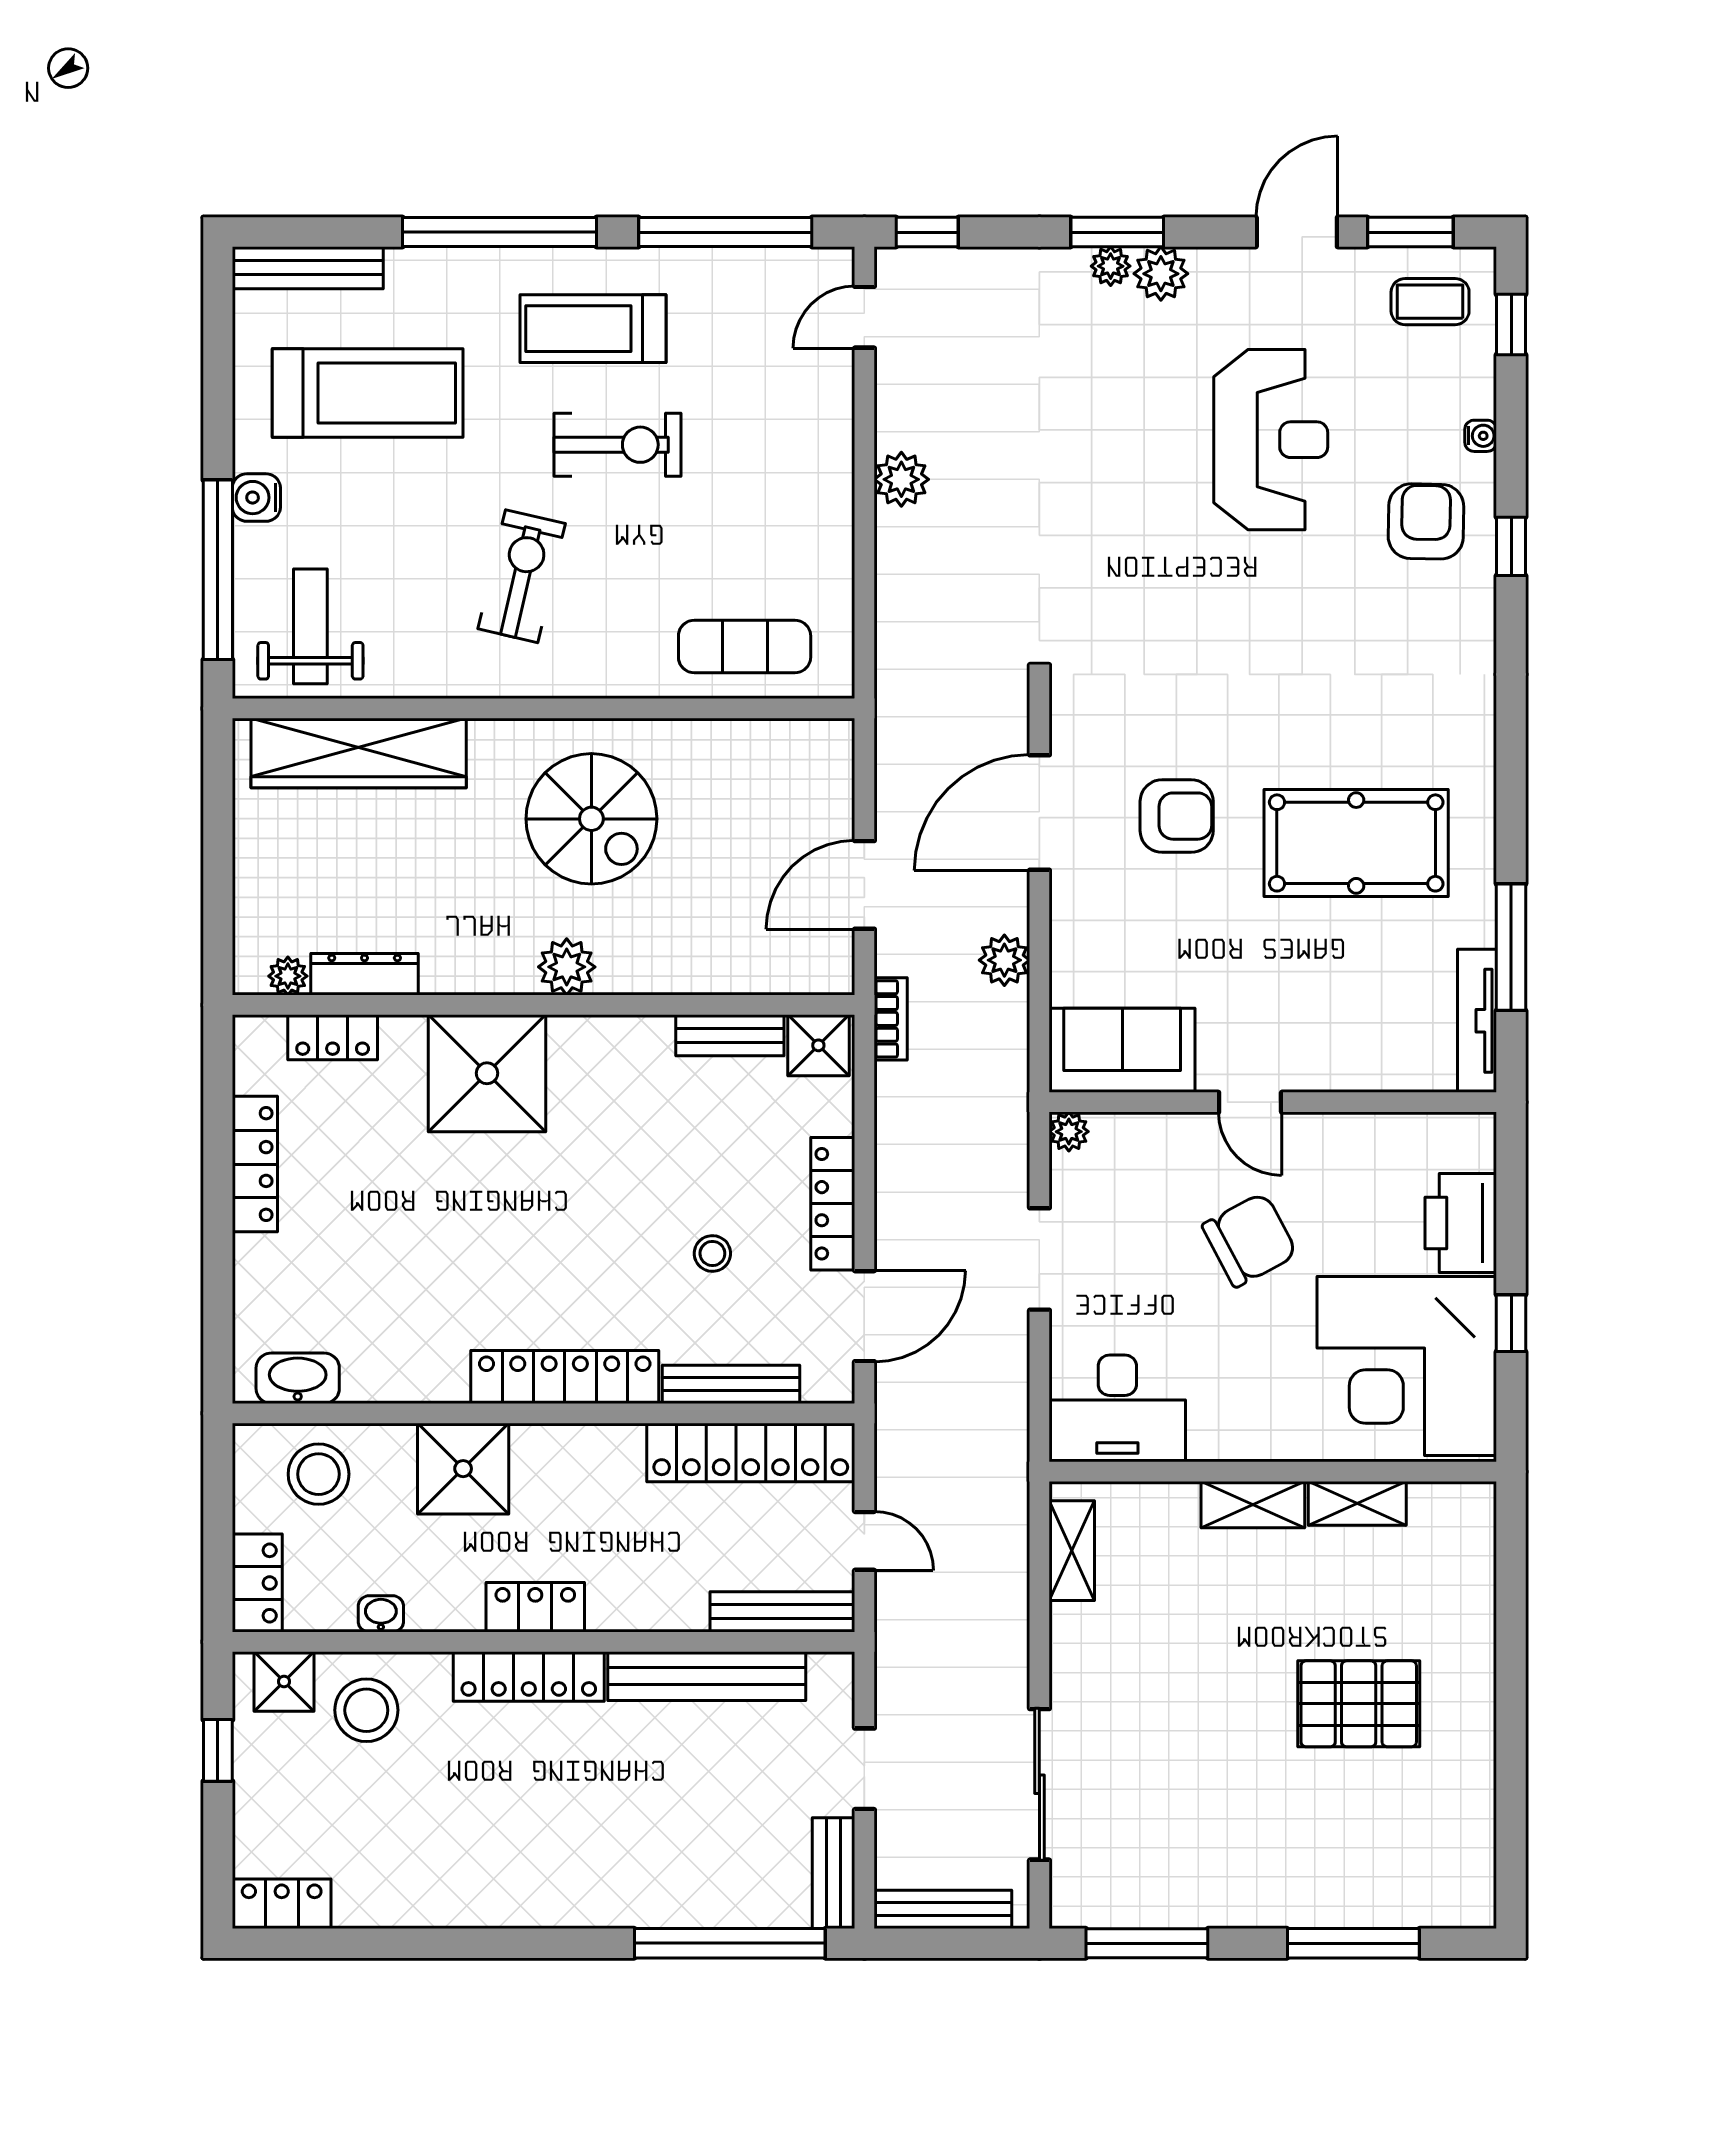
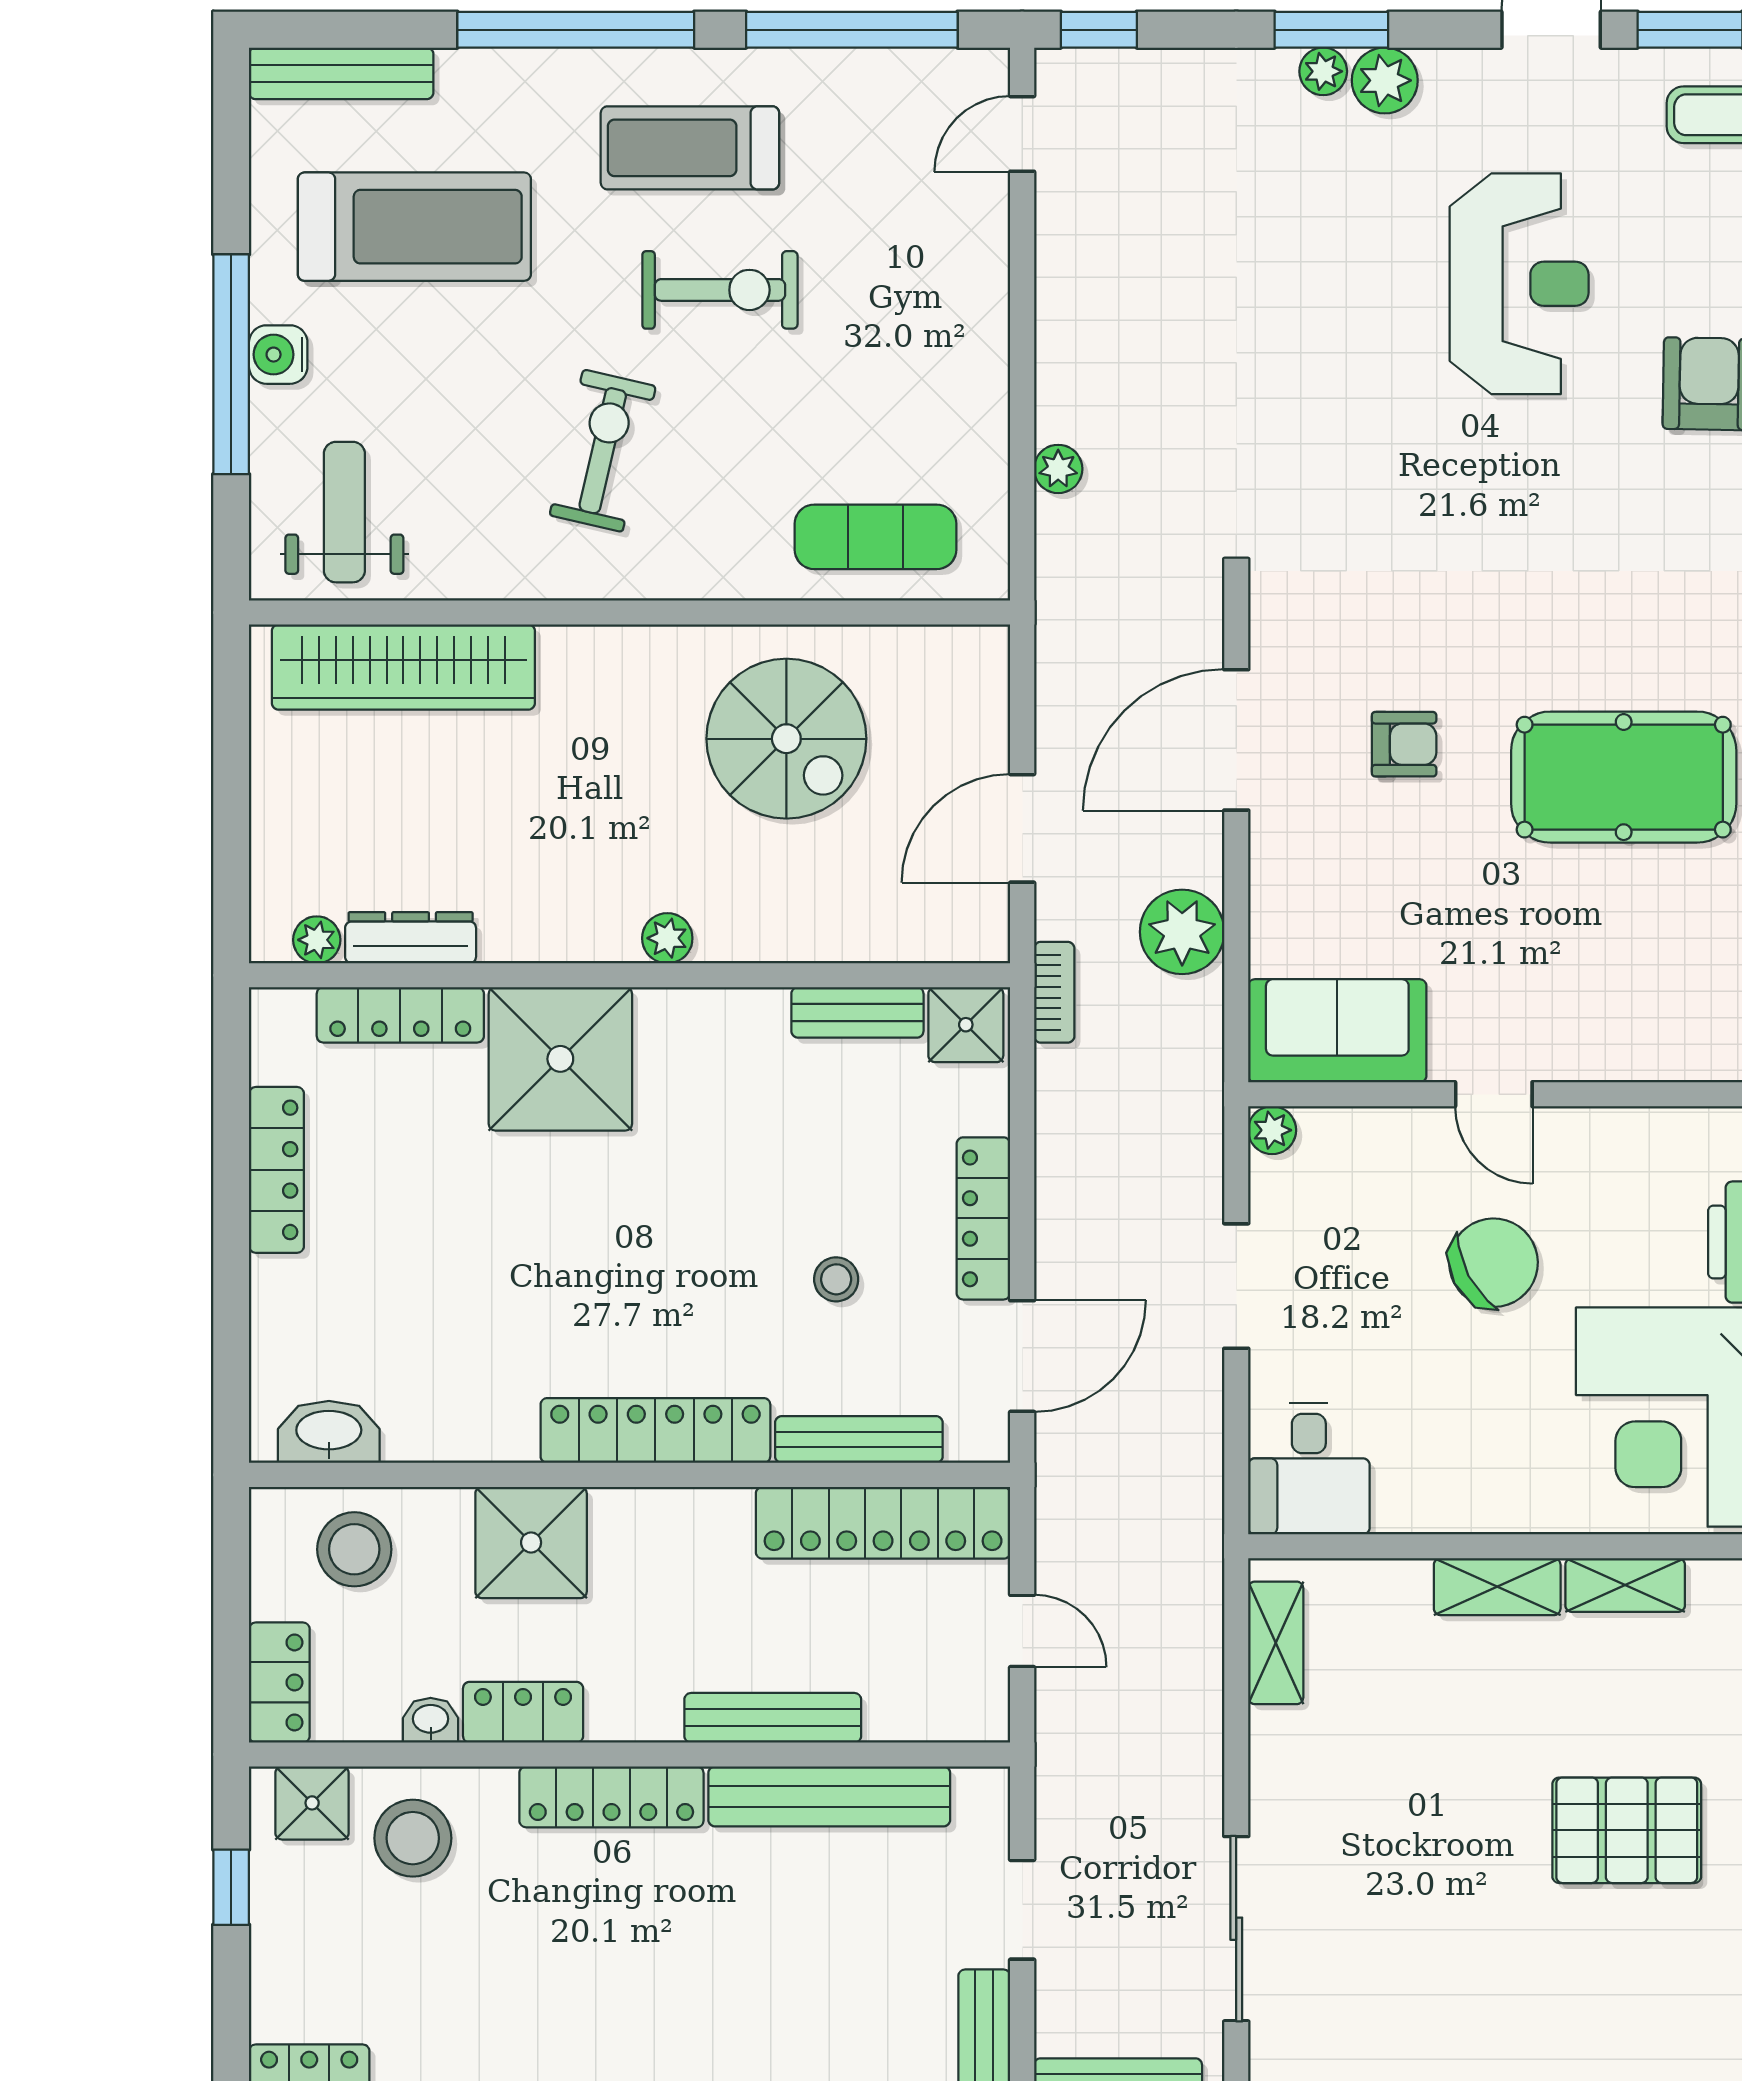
plant: (901, 479) -> (1058, 469), moved, width x0.73, depth x0.73
window: (218, 570) -> (231, 364), moved
armchair: (1177, 816) -> (1404, 744), width x0.72, depth x0.72
spiral stairs: (591, 819) -> (786, 739), moved
plant: (1004, 960) -> (1182, 932), width x1.36, depth x1.36
plant: (567, 967) -> (667, 938), width x0.73, depth x0.73
locker: (333, 1037) -> (400, 1015), width x1.53
desk: (1117, 1408) -> (1309, 1469), width x0.73
locker: (535, 1607) -> (523, 1712), moved
bench: (782, 1612) -> (773, 1718), moved

